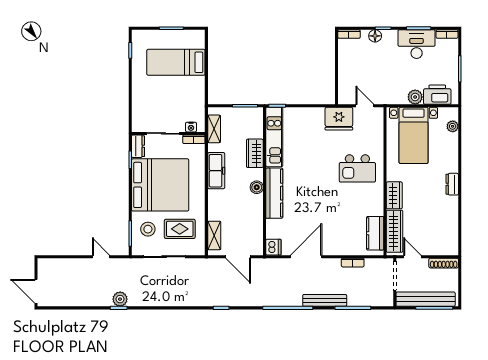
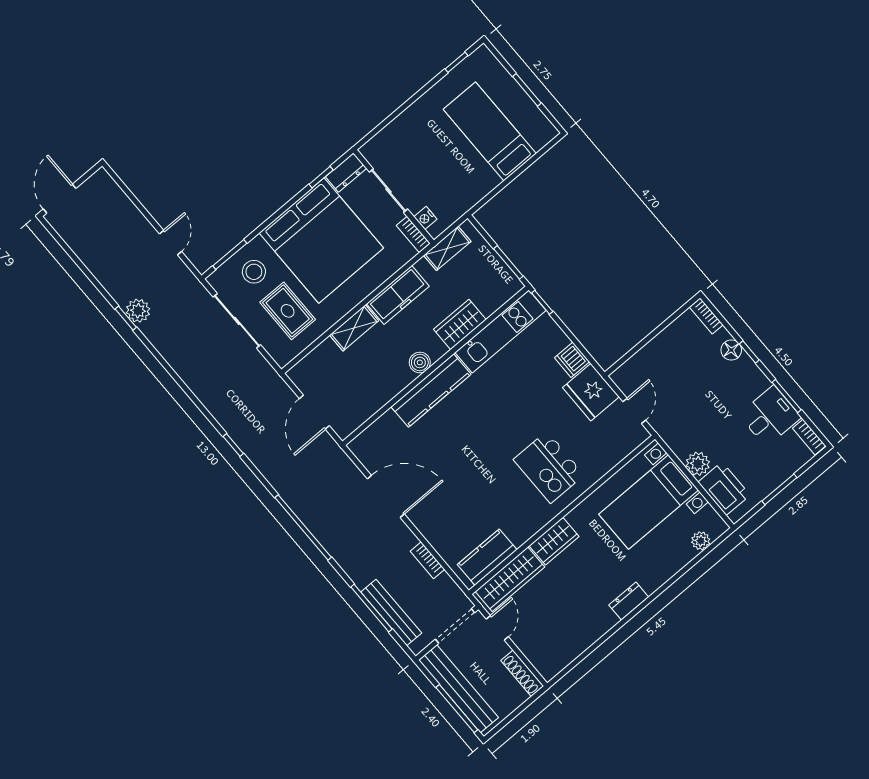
desk: (417, 44) -> (770, 416), width x0.73
shelving: (214, 235) -> (354, 328), moved
dishwasher: (273, 247) -> (572, 360), moved, turned 90
bench: (325, 300) -> (391, 612), moved

